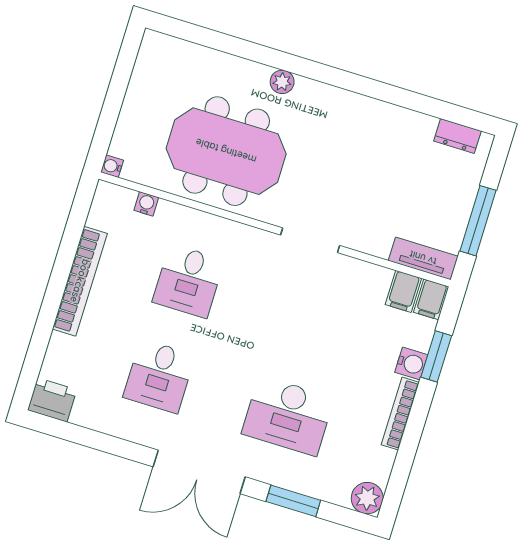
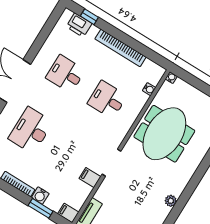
plant: (282, 82) -> (171, 201), moved
filing cabinet: (403, 291) -> (90, 177), moved
window: (34, 358) -> (89, 17), added
printer: (52, 400) -> (79, 25), moved, turned 90

